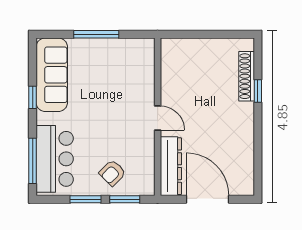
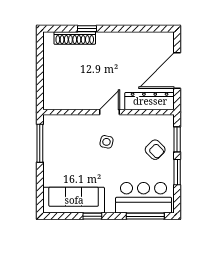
window: (96, 34) -> (40, 143), moved
side table: (122, 114) -> (106, 142), added

